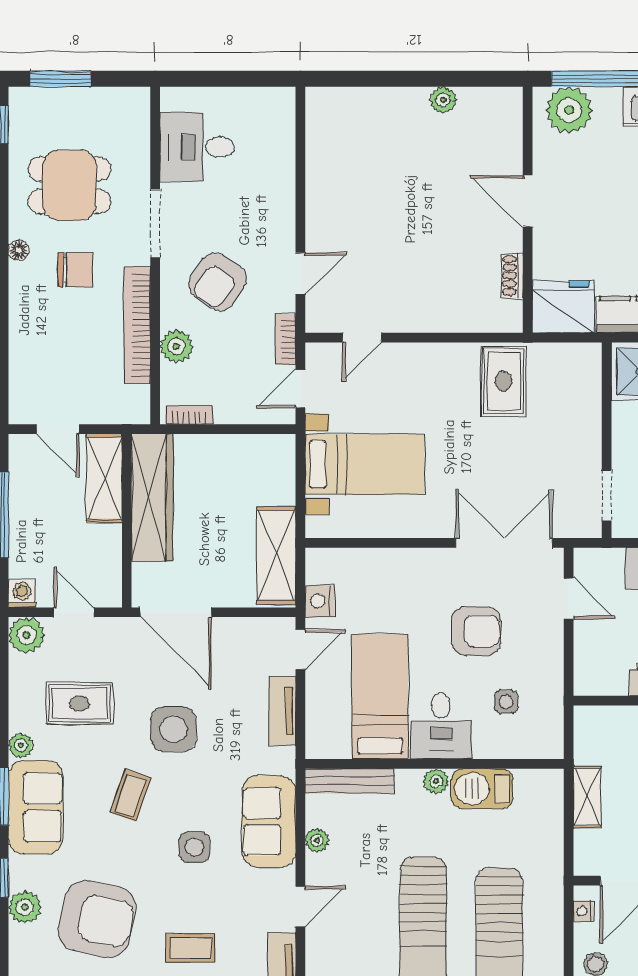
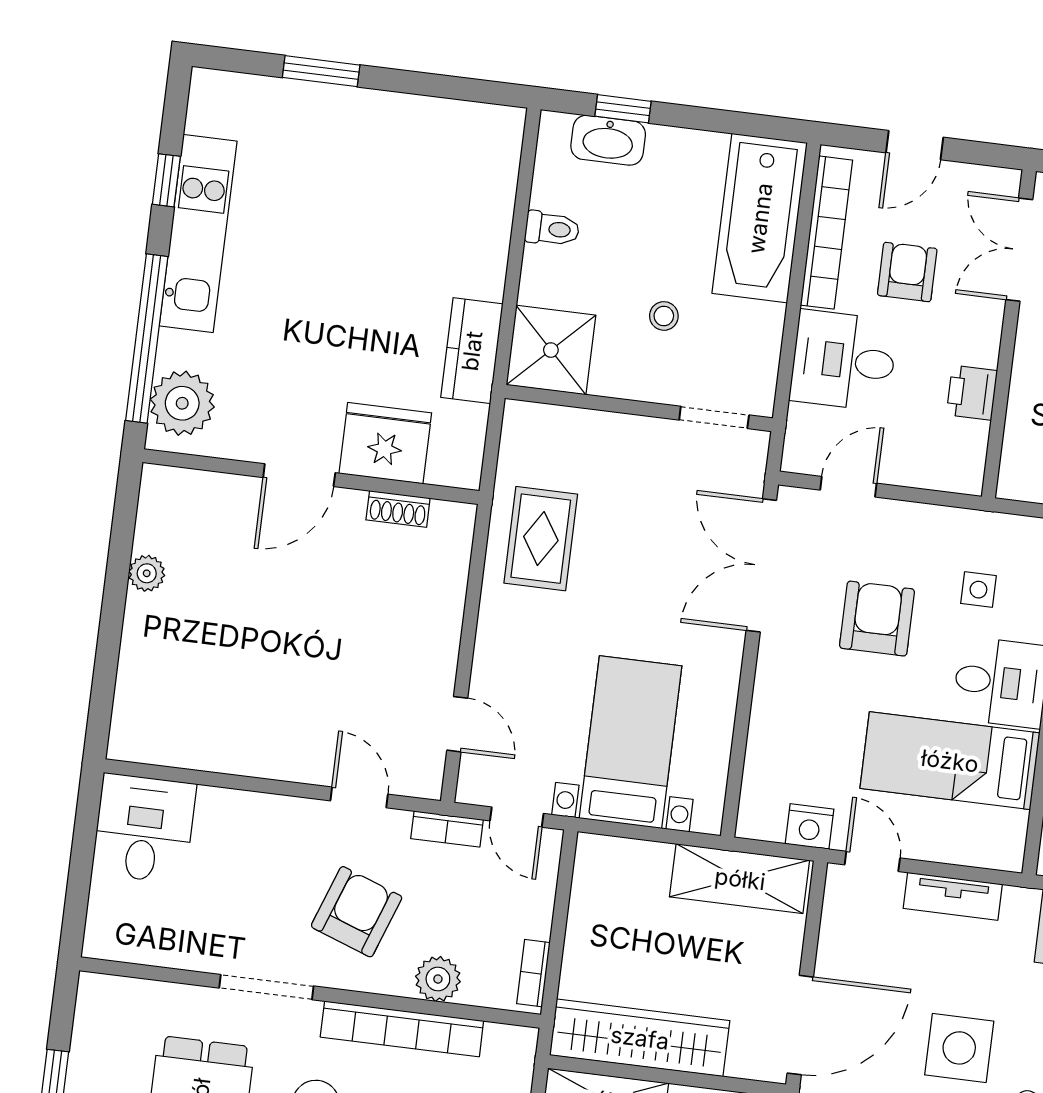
desk: (197, 147) -> (144, 829), moved, turned 180
armchair: (218, 282) -> (357, 912), turned -105
fridge: (563, 307) -> (385, 443), moved, turned 90
rug: (504, 381) -> (541, 539), turned 90

